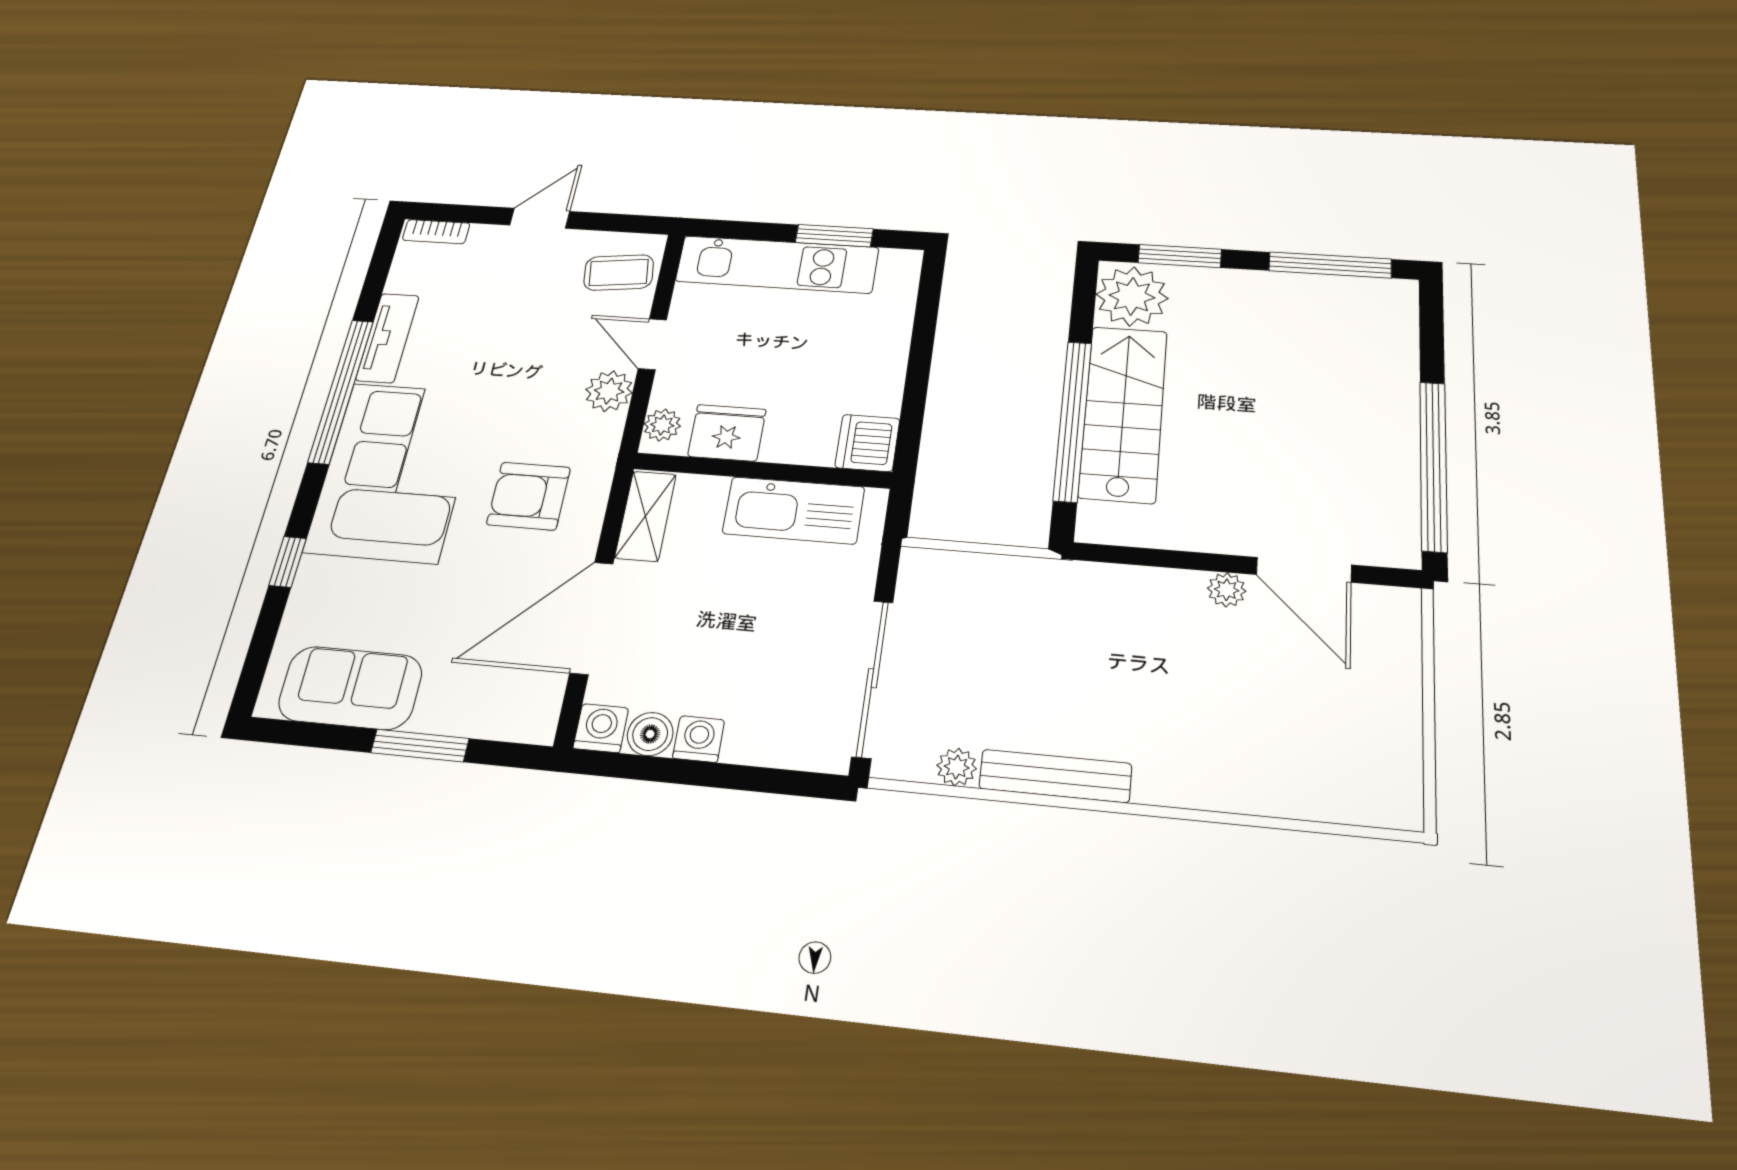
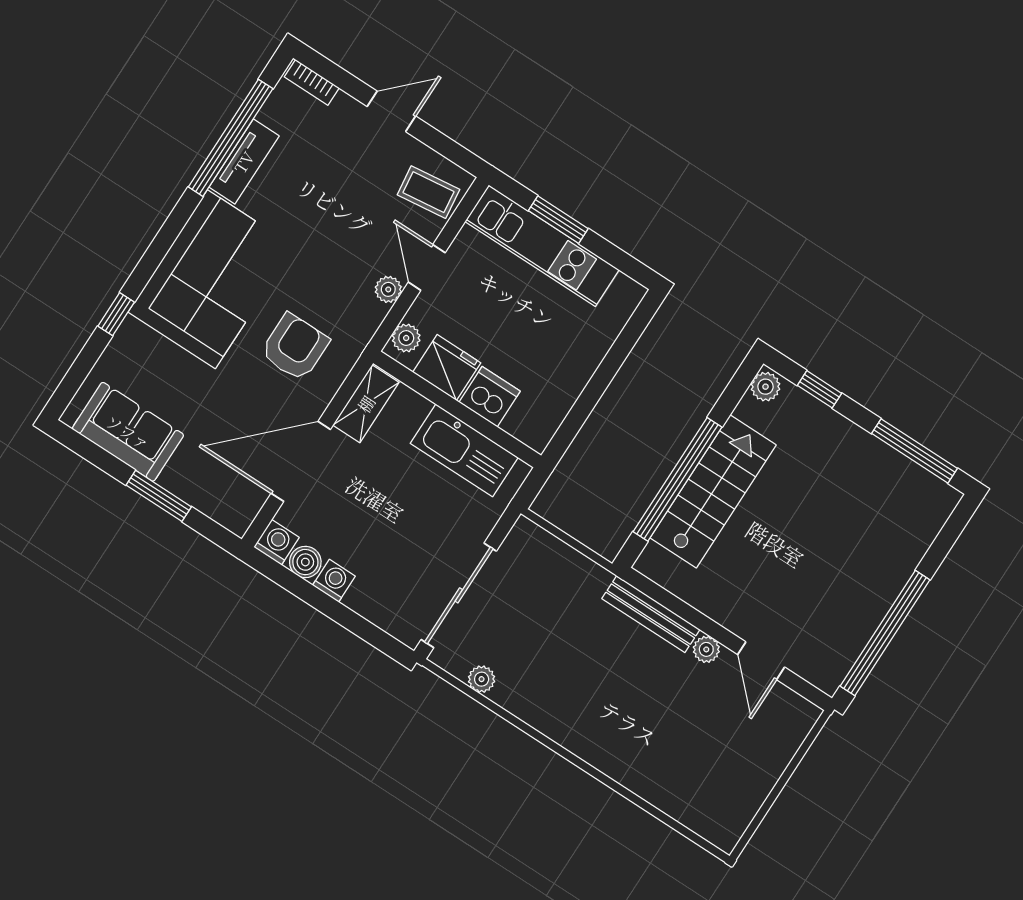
window: (834, 236) -> (558, 220), moved
window: (1180, 256) -> (820, 389), width x0.67
plant: (1132, 296) -> (765, 387), width x0.53, depth x0.53
window: (341, 391) -> (231, 138), moved
plant: (609, 391) -> (388, 289), width x0.73, depth x0.73
dishwasher: (867, 443) -> (490, 397), moved, turned 90
armchair: (529, 496) -> (295, 347), turned 90
door: (1304, 570) -> (761, 661), width x0.73
bench: (1055, 776) -> (651, 614), moved

